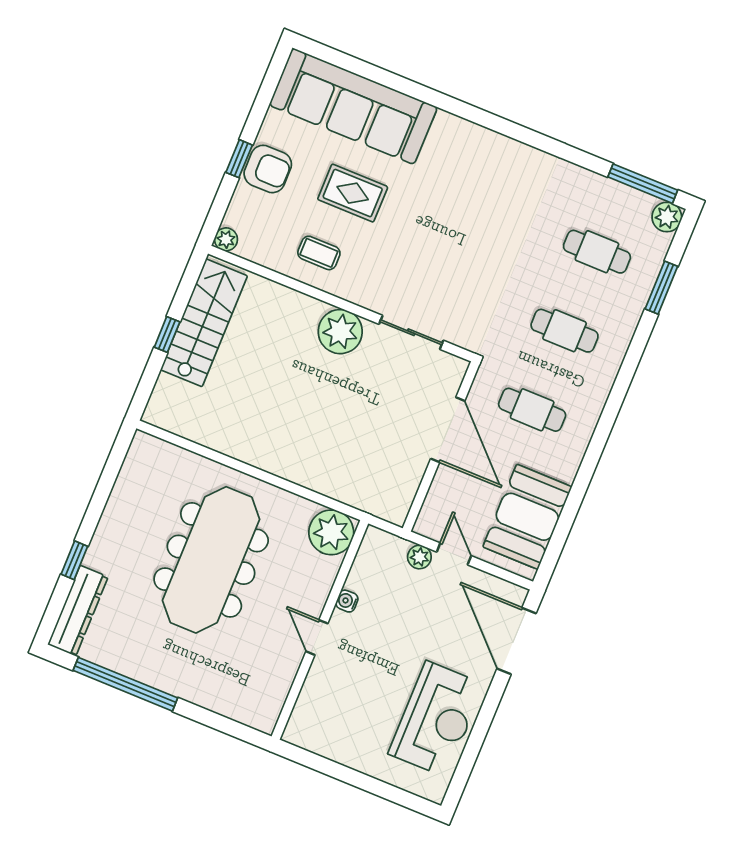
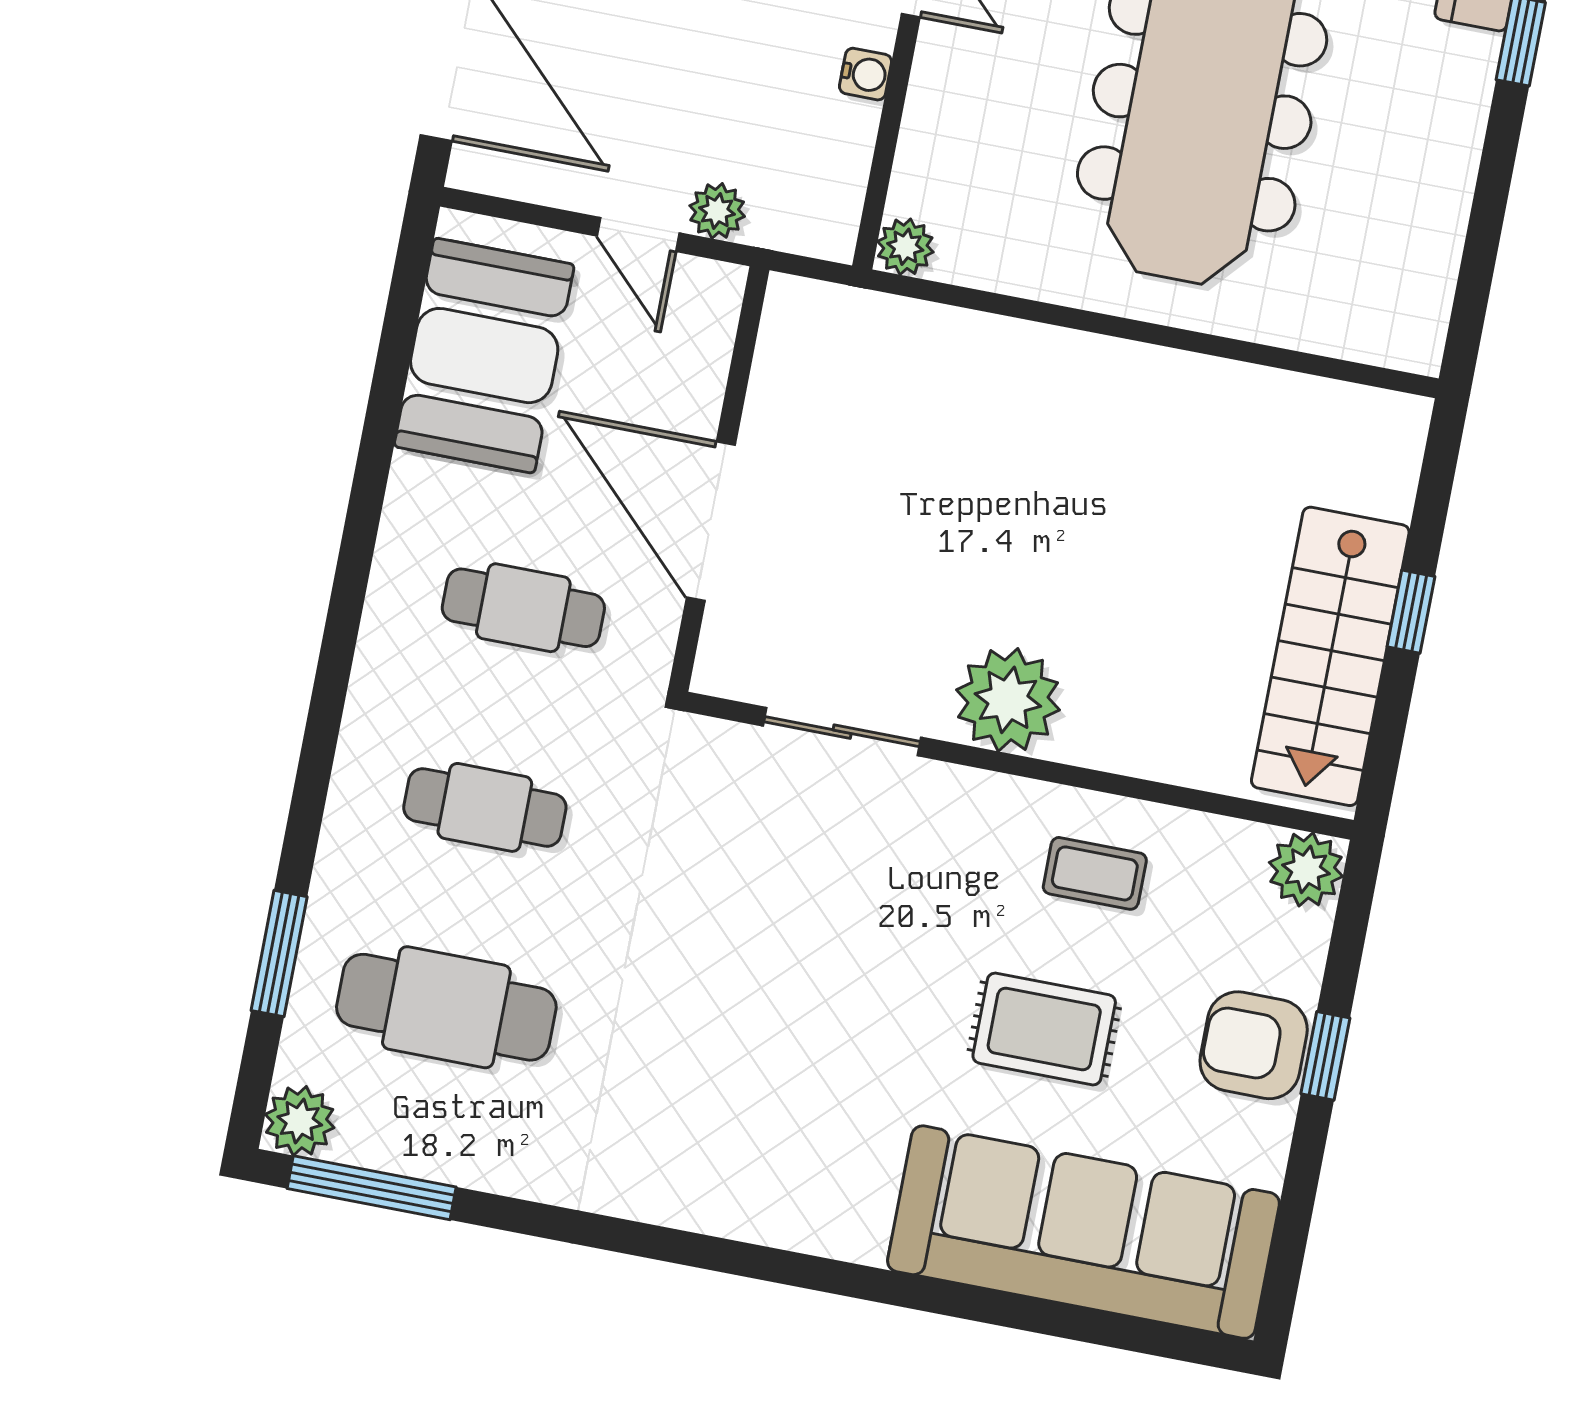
plant: (226, 239) -> (1306, 869), width x1.38, depth x1.38
cafe table: (597, 252) -> (446, 1007), width x1.37, depth x1.35
plant: (331, 532) -> (905, 247), width x0.53, depth x0.53

